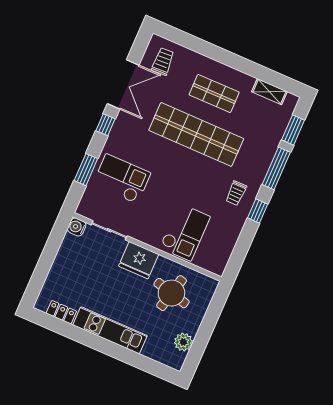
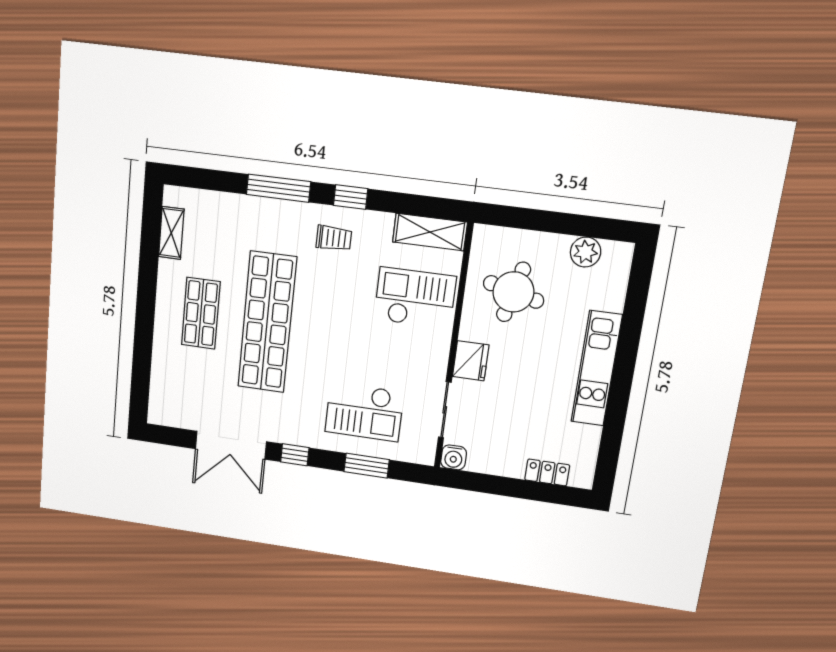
trolley: (163, 61) -> (181, 399), removed
double door: (123, 84) -> (231, 445), swing flipped
window: (293, 130) -> (214, 180), removed
checkout: (122, 179) -> (364, 412), turned -90
shelving: (222, 253) -> (430, 232), added
fridge: (139, 260) -> (471, 361), width x0.73, depth x0.75
locker: (61, 312) -> (547, 472), moved, turned 90

